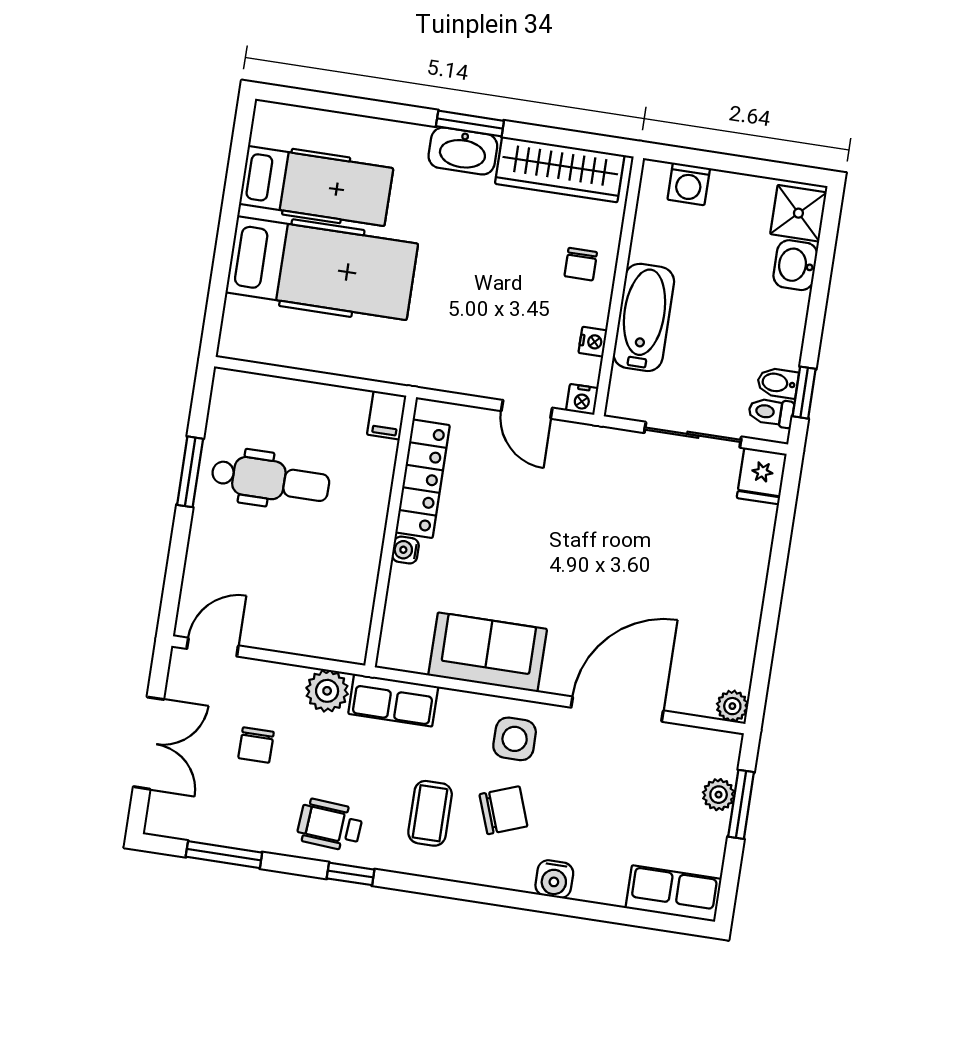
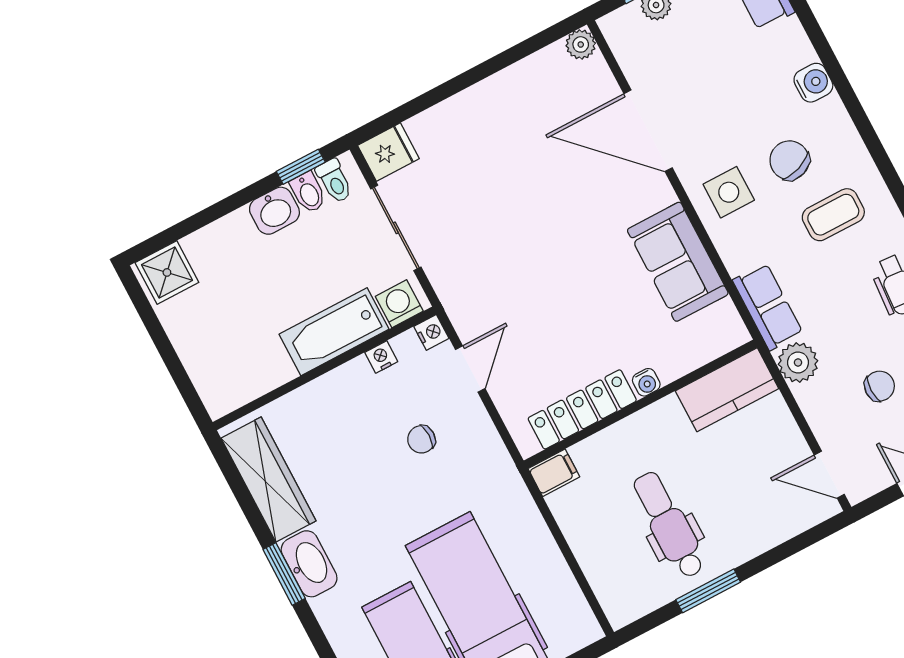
washing machine: (689, 184) -> (399, 304), moved, turned -90
chair: (581, 264) -> (421, 439), moved, turned 180
washbasin: (795, 265) -> (274, 211), moved
kitchen counter: (348, 614) -> (727, 390), added

